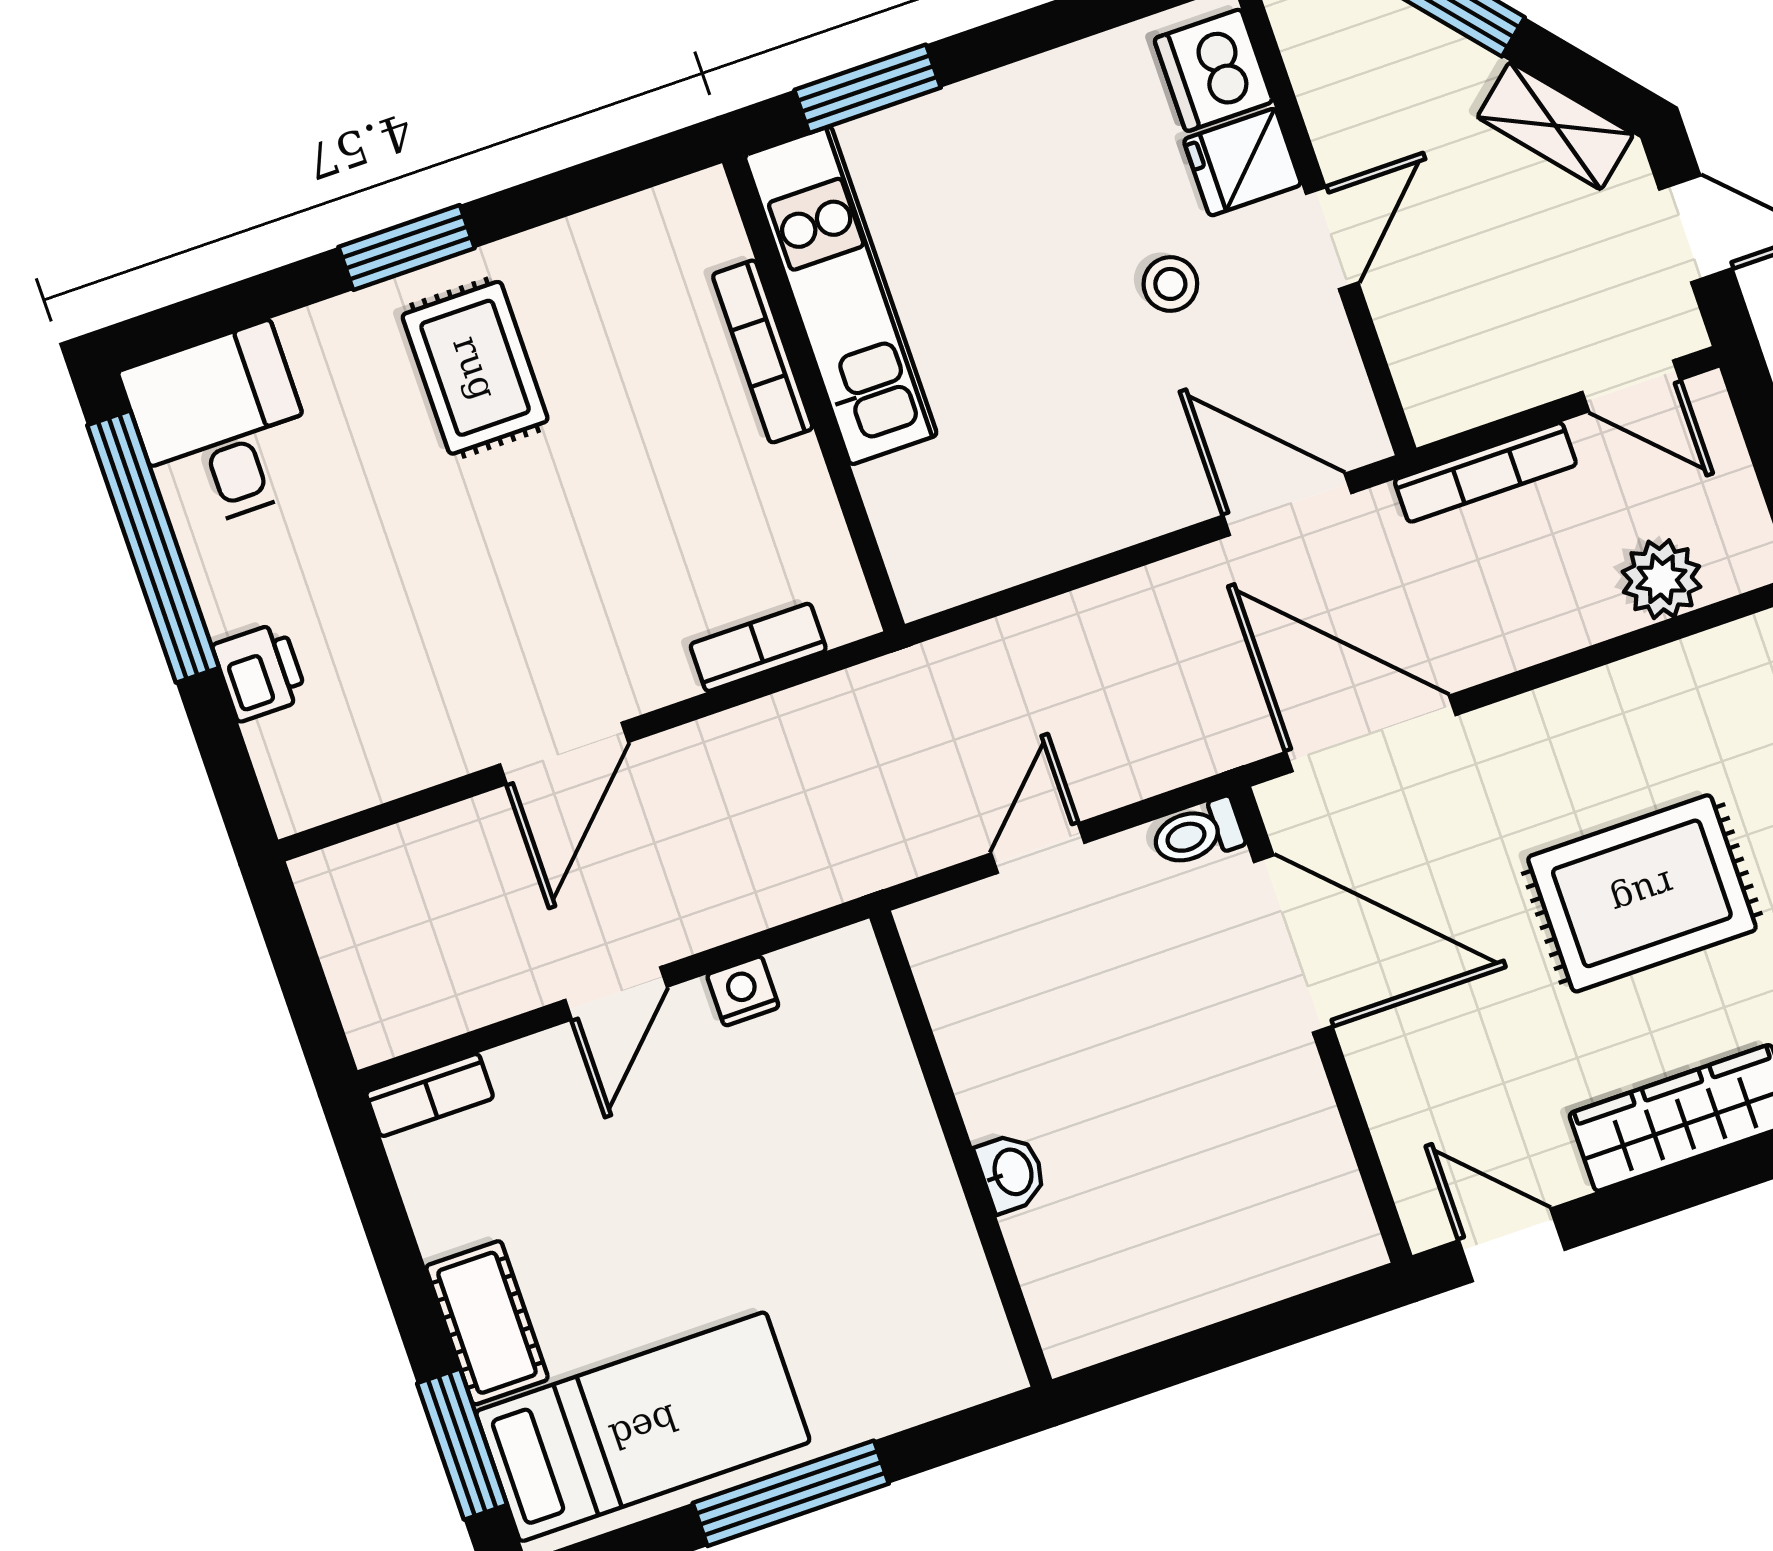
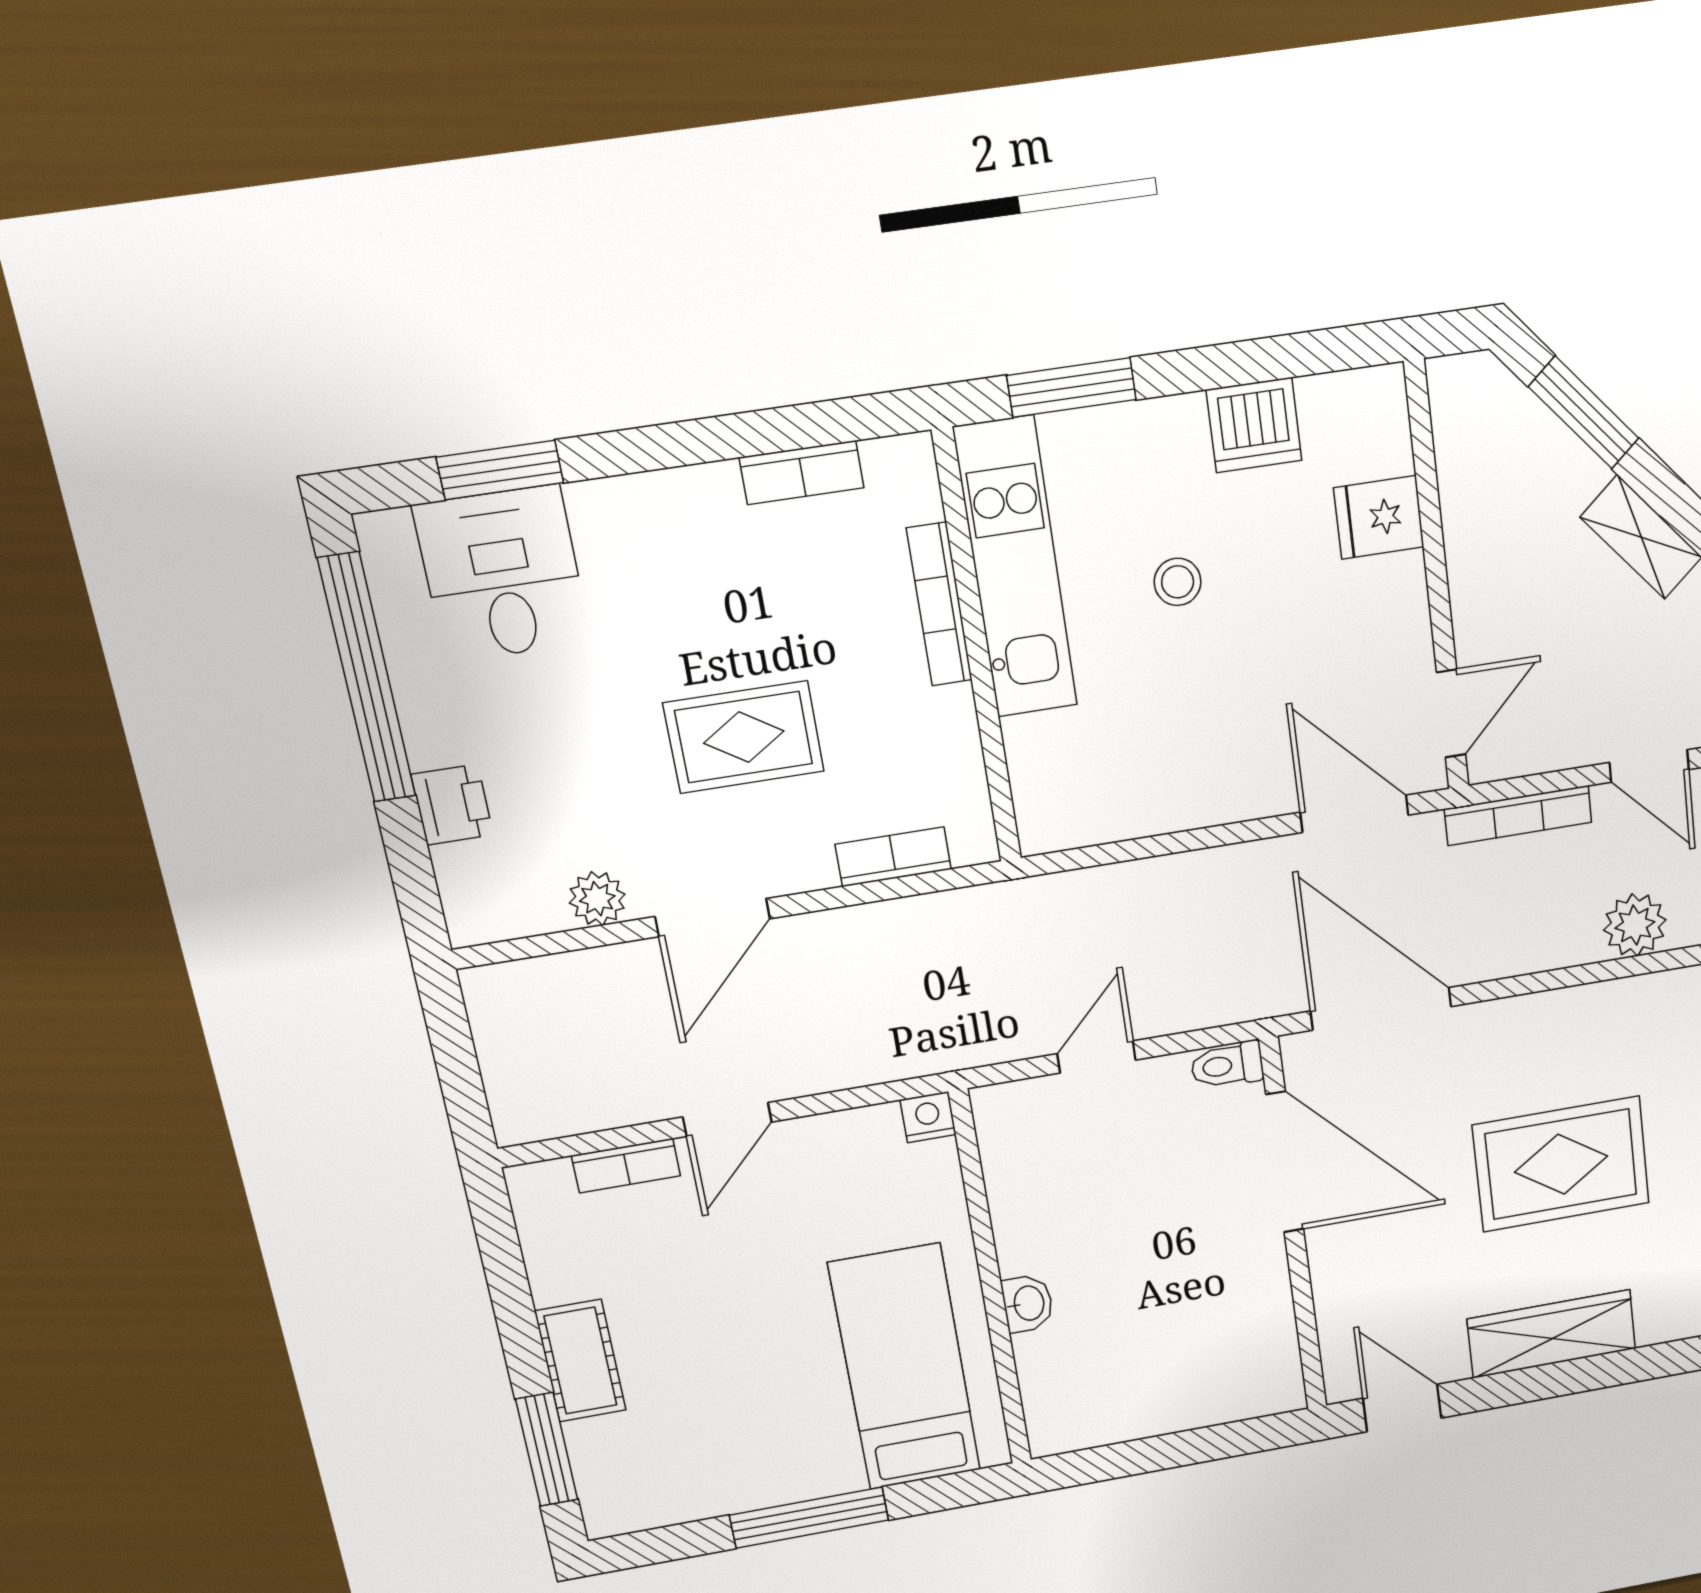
dishwasher: (1213, 70) -> (1254, 425), moved, turned -90
bookcase: (589, 237) -> (802, 473), added
door: (1332, 238) -> (1451, 713), moved
window: (407, 248) -> (500, 470), moved
stool: (1170, 284) -> (1178, 582), moved
rug: (475, 368) -> (744, 737), moved, turned 90
desk: (222, 428) -> (502, 574), moved
plant: (432, 753) -> (597, 899), added
nightstand: (743, 991) -> (928, 1117), moved
bookcase: (430, 1095) -> (626, 1166), moved
bed: (643, 1427) -> (905, 1367), moved, turned -90

